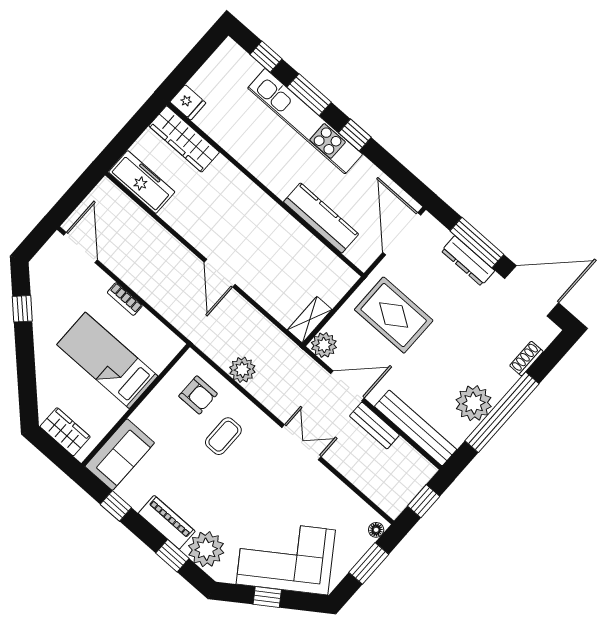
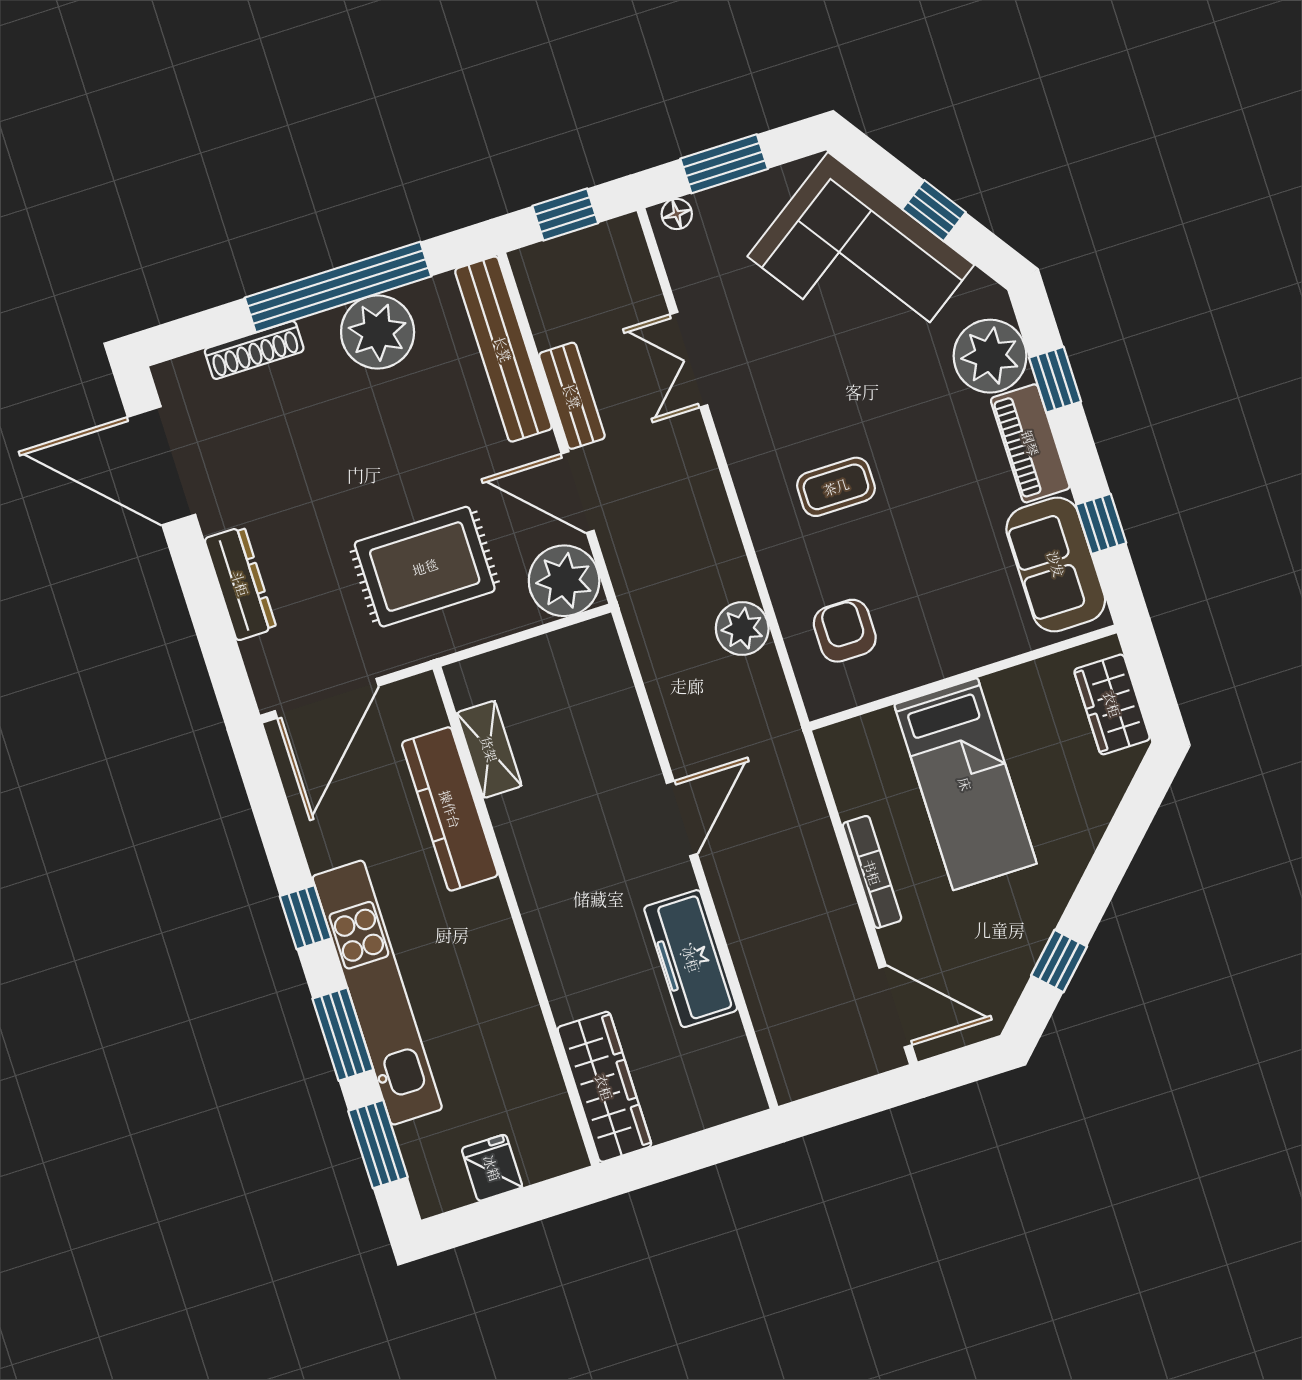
window: (266, 57) -> (378, 1144), width x1.50
fridge: (188, 102) -> (492, 1168), moved
freezer: (142, 182) -> (691, 959), moved
window: (477, 243) -> (206, 606), removed
door: (80, 247) -> (895, 1007), swing flipped
bookcase: (125, 299) -> (872, 872), width x1.56
rug: (394, 315) -> (425, 567), turned 90
shelving: (310, 320) -> (489, 749), moved, turned 90
plant: (324, 345) -> (564, 581), width x1.36, depth x1.36
shoe rack: (526, 359) -> (254, 350), width x1.43
coffee table: (223, 436) -> (836, 487), moved
double door: (301, 442) -> (689, 360), moved
sofa: (120, 455) -> (1056, 564), moved, turned -90

